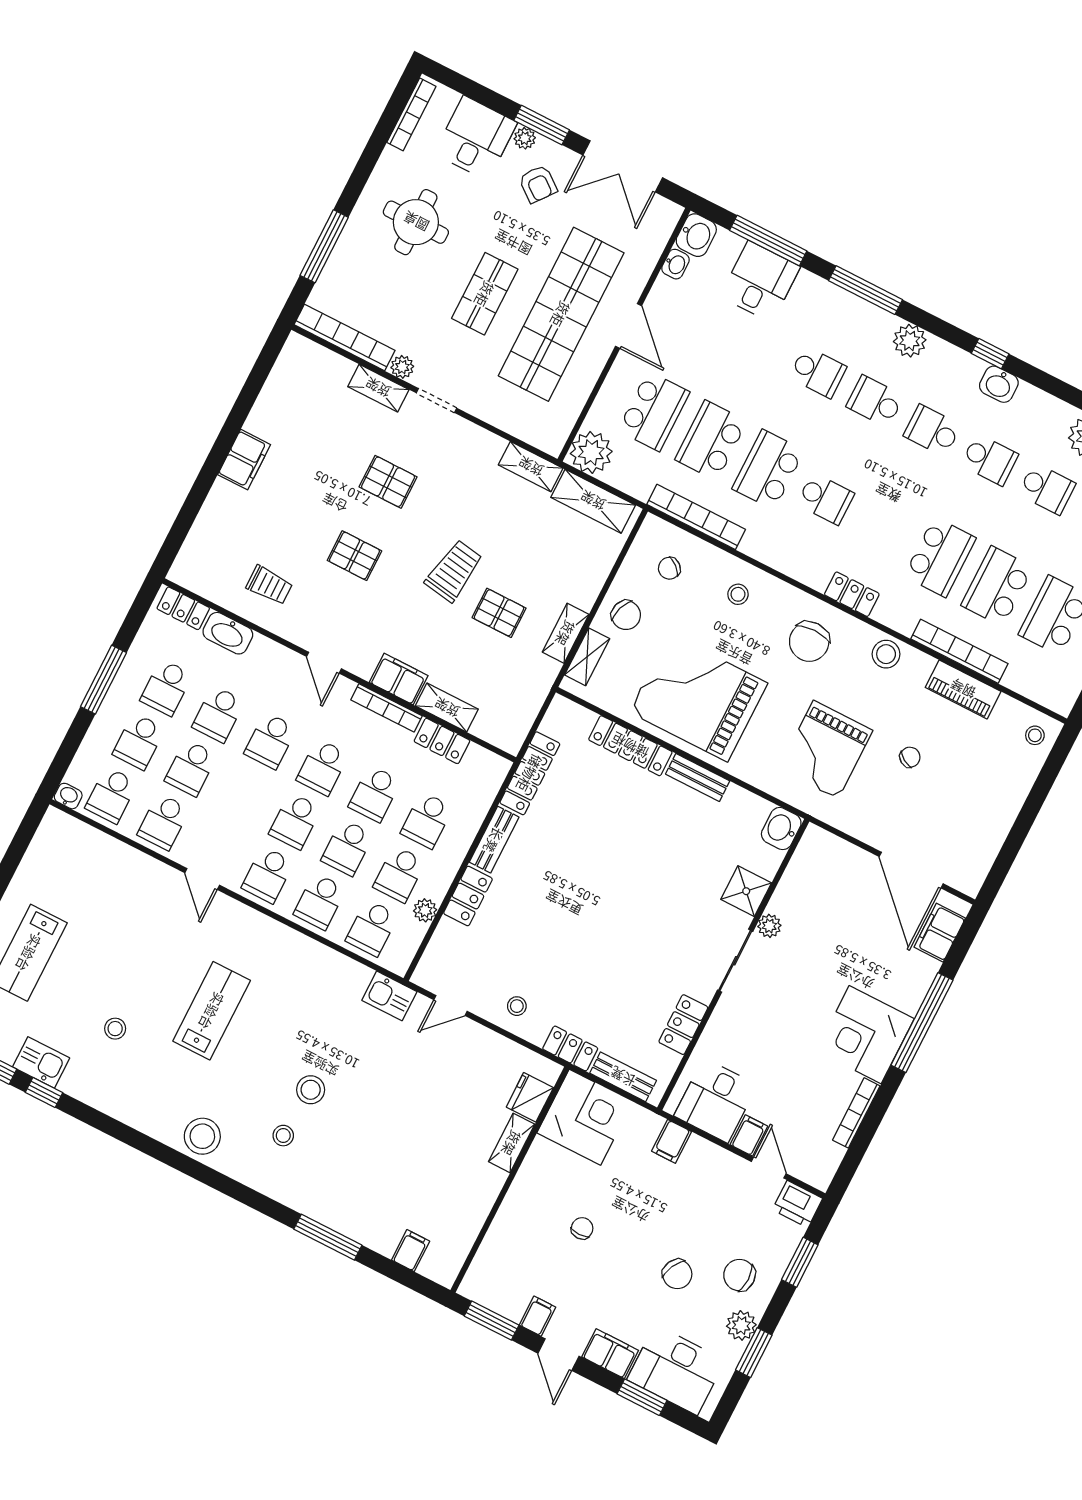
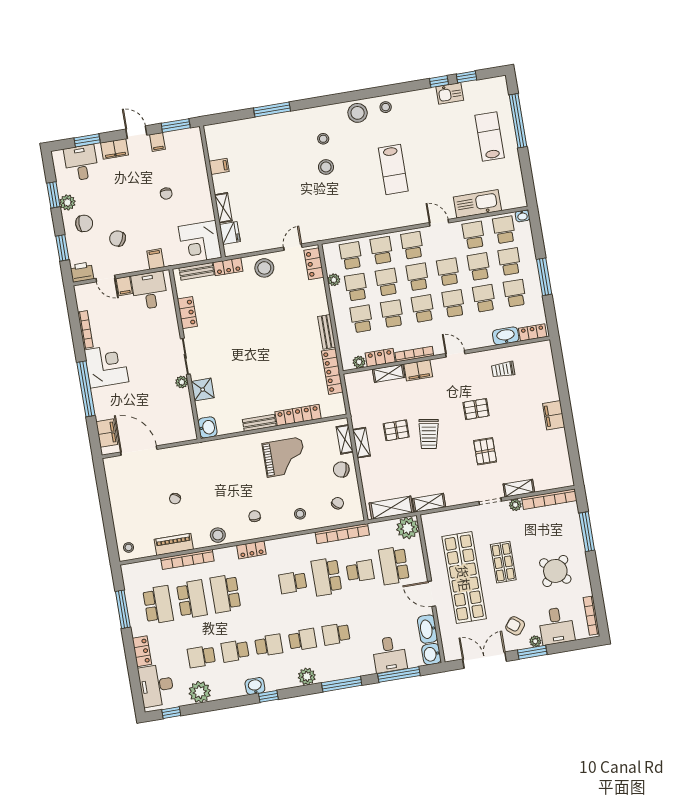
round table: (416, 222) -> (555, 571), turned 45
washbasin: (675, 264) -> (427, 629), width x1.91, depth x1.45
school desk: (711, 440) -> (360, 571), width x0.54
school desk: (768, 470) -> (327, 577), turned 180
pallet: (388, 482) -> (485, 451), turned 90
chair: (809, 642) -> (255, 516), width x0.54, depth x0.54
grand piano: (698, 698) -> (284, 457), width x0.73, depth x0.68
grand piano: (826, 750) -> (213, 475), removed
plant: (479, 758) -> (359, 362), added
school desk: (243, 794) -> (448, 272), added
locker: (468, 896) -> (314, 264), moved
kitchen sink: (389, 996) -> (477, 204), moved, width x1.87, depth x1.24
stool: (517, 1006) -> (264, 268), width x1.89, depth x1.89
stool: (115, 1029) -> (386, 107), moved
filing cabinet: (411, 1251) -> (219, 166), moved, turned -90
chair: (677, 1274) -> (117, 238), moved
desk: (676, 1370) -> (81, 163), width x0.73

